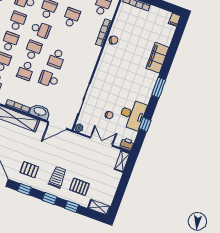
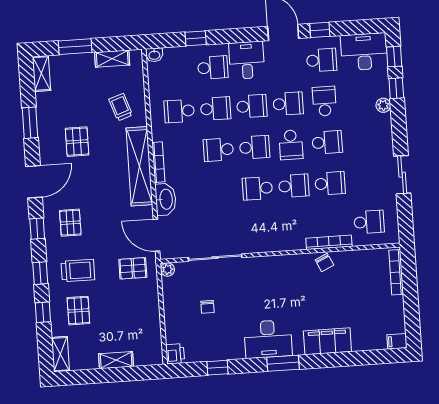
school desk: (49, 79) -> (294, 186), moved, turned 90
desk: (133, 115) -> (268, 339), moved
double door: (101, 142) -> (162, 313), removed
pallet: (70, 147) -> (133, 268), added
shelving: (122, 161) -> (116, 360), moved

